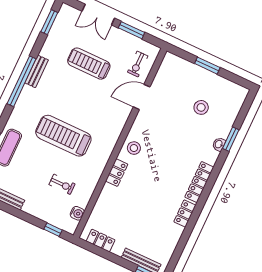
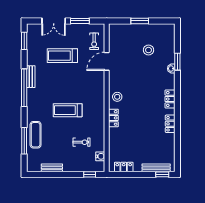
treadmill: (63, 136) -> (68, 110), width x0.73, depth x0.73
locker: (199, 182) -> (170, 99), width x0.66

